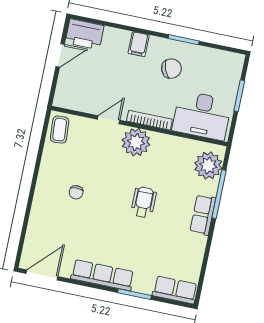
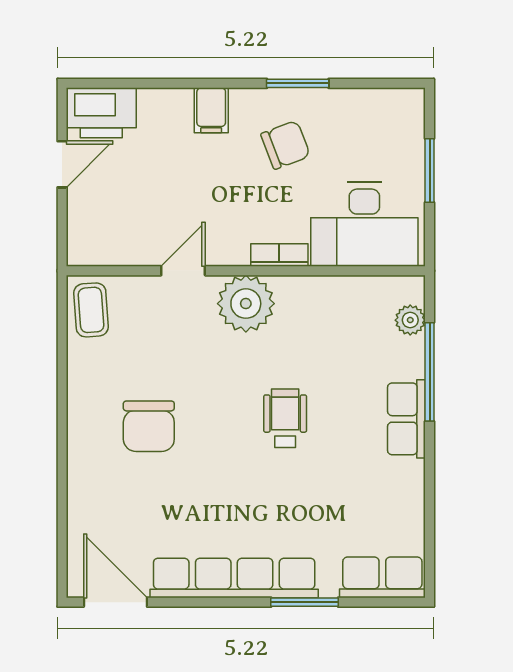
bookcase: (149, 120) -> (279, 255), width x0.64
plant: (208, 166) -> (410, 320), width x0.53, depth x0.53
chair: (76, 192) -> (149, 426), width x1.87, depth x1.87
door: (42, 275) -> (115, 602), hinge flipped
row of seats: (102, 275) -> (234, 578), width x1.36

